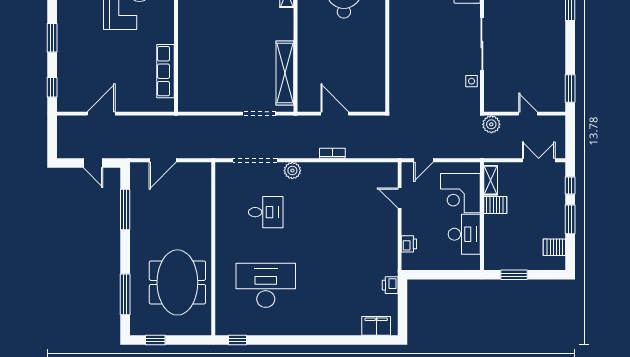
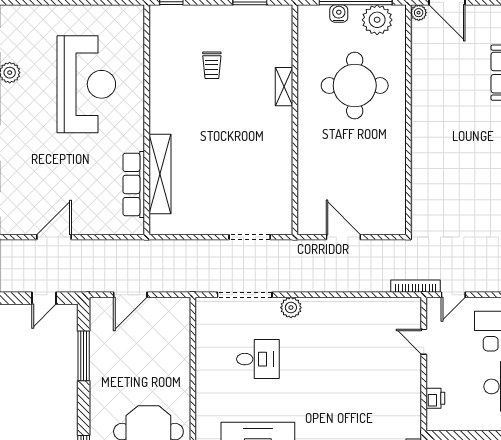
shelving: (285, 73) -> (160, 174), moved
bookcase: (332, 153) -> (416, 286), moved, width x1.56
door: (93, 163) -> (44, 298), hinge flipped

